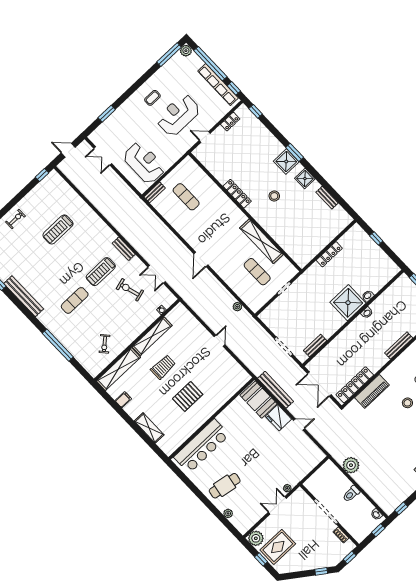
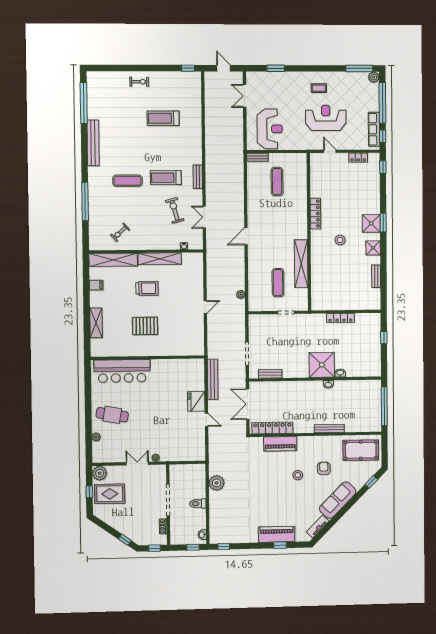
row of seats: (218, 85) -> (374, 129), width x0.73
booth: (258, 400) -> (194, 375), removed

